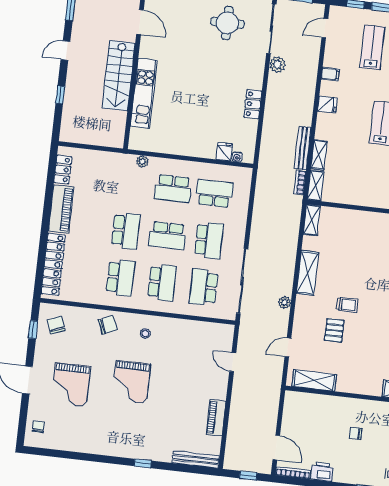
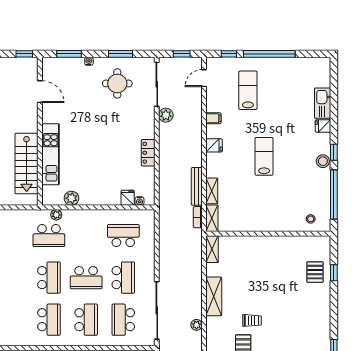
stairs: (119, 76) -> (27, 164), moved
plant: (161, 145) -> (71, 198), added
school desk: (173, 189) -> (49, 236), moved

